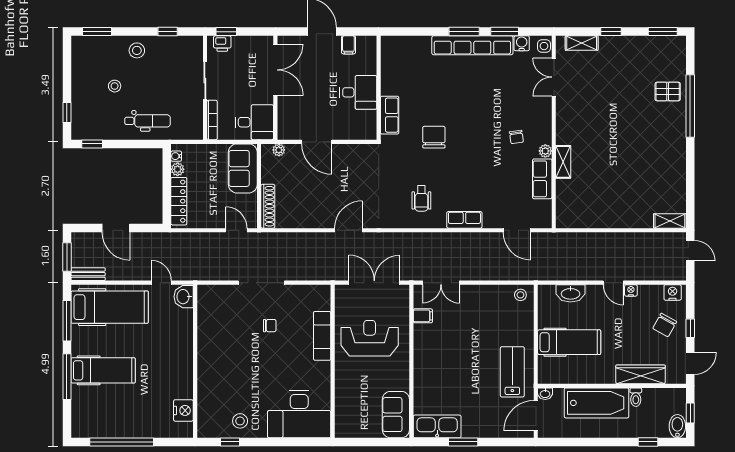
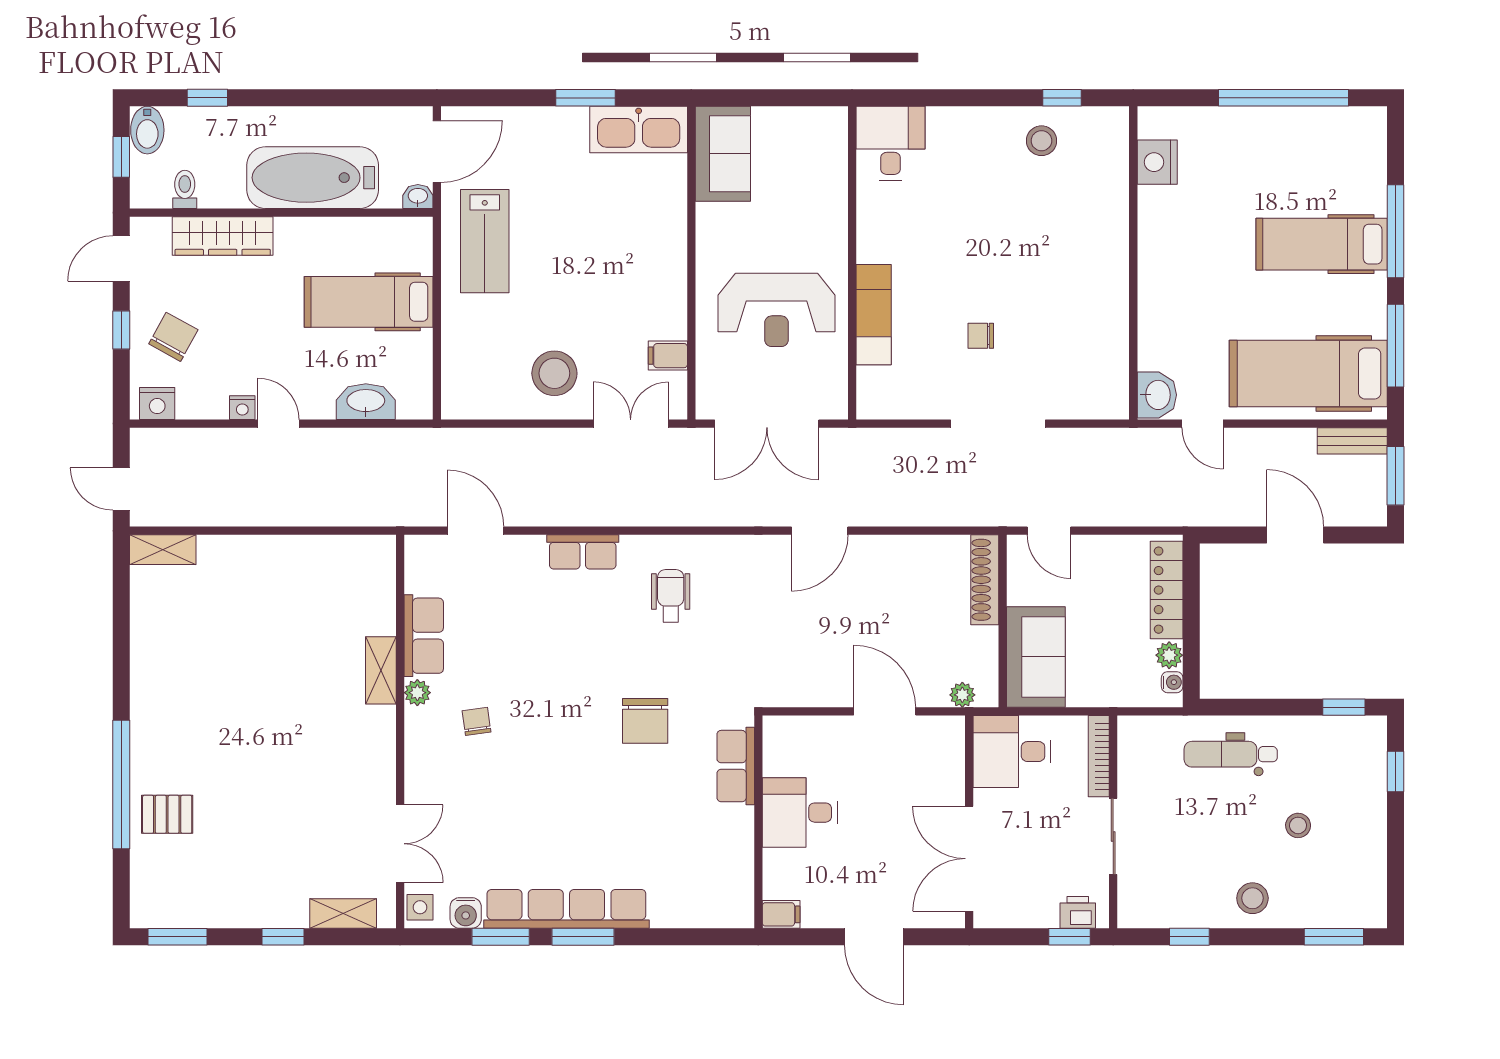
filing cabinet: (348, 45) -> (781, 914), moved, turned 90
stool: (520, 295) -> (554, 373), moved, width x1.89, depth x1.89
toilet: (636, 397) -> (185, 189), moved
desk: (299, 414) -> (890, 143), width x0.53, depth x0.77

